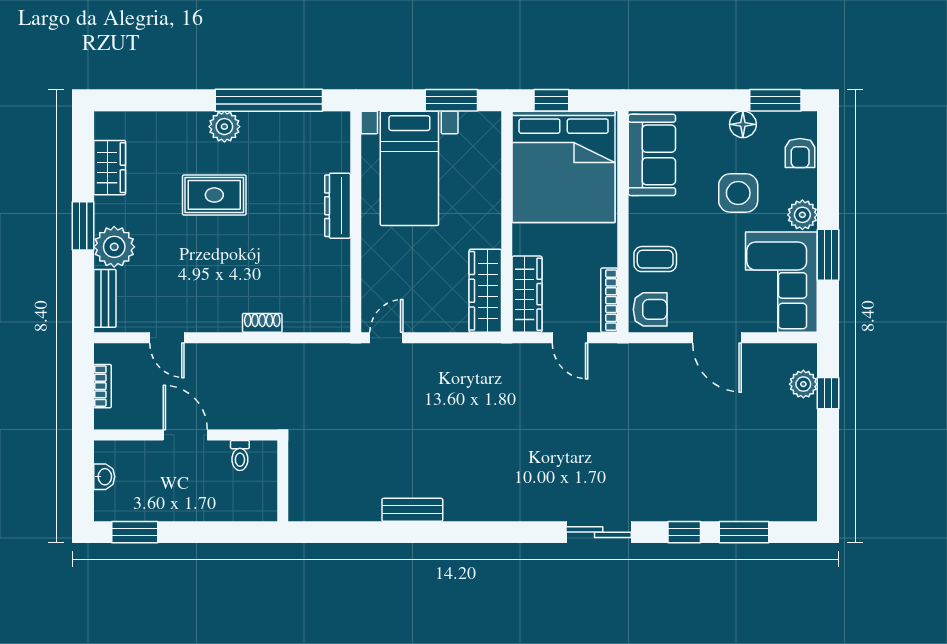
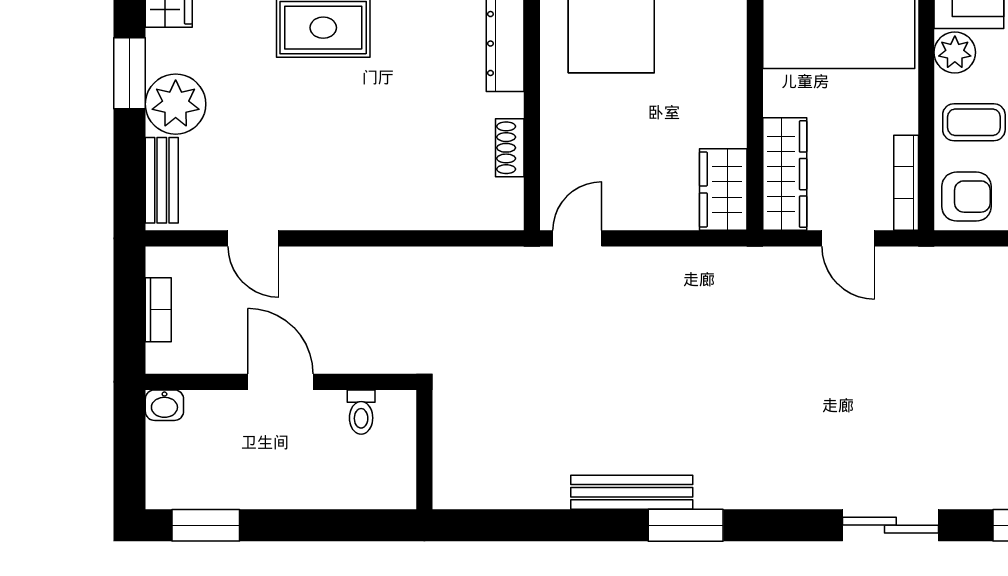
plant: (642, 212) -> (955, 52), added
wardrobe: (485, 291) -> (723, 189), width x0.67
shoe rack: (262, 323) -> (510, 148), moved, turned -90
washbasin: (104, 477) -> (164, 405), moved, turned 90
bench: (412, 510) -> (632, 492), width x1.36
window: (460, 532) -> (686, 525), added

